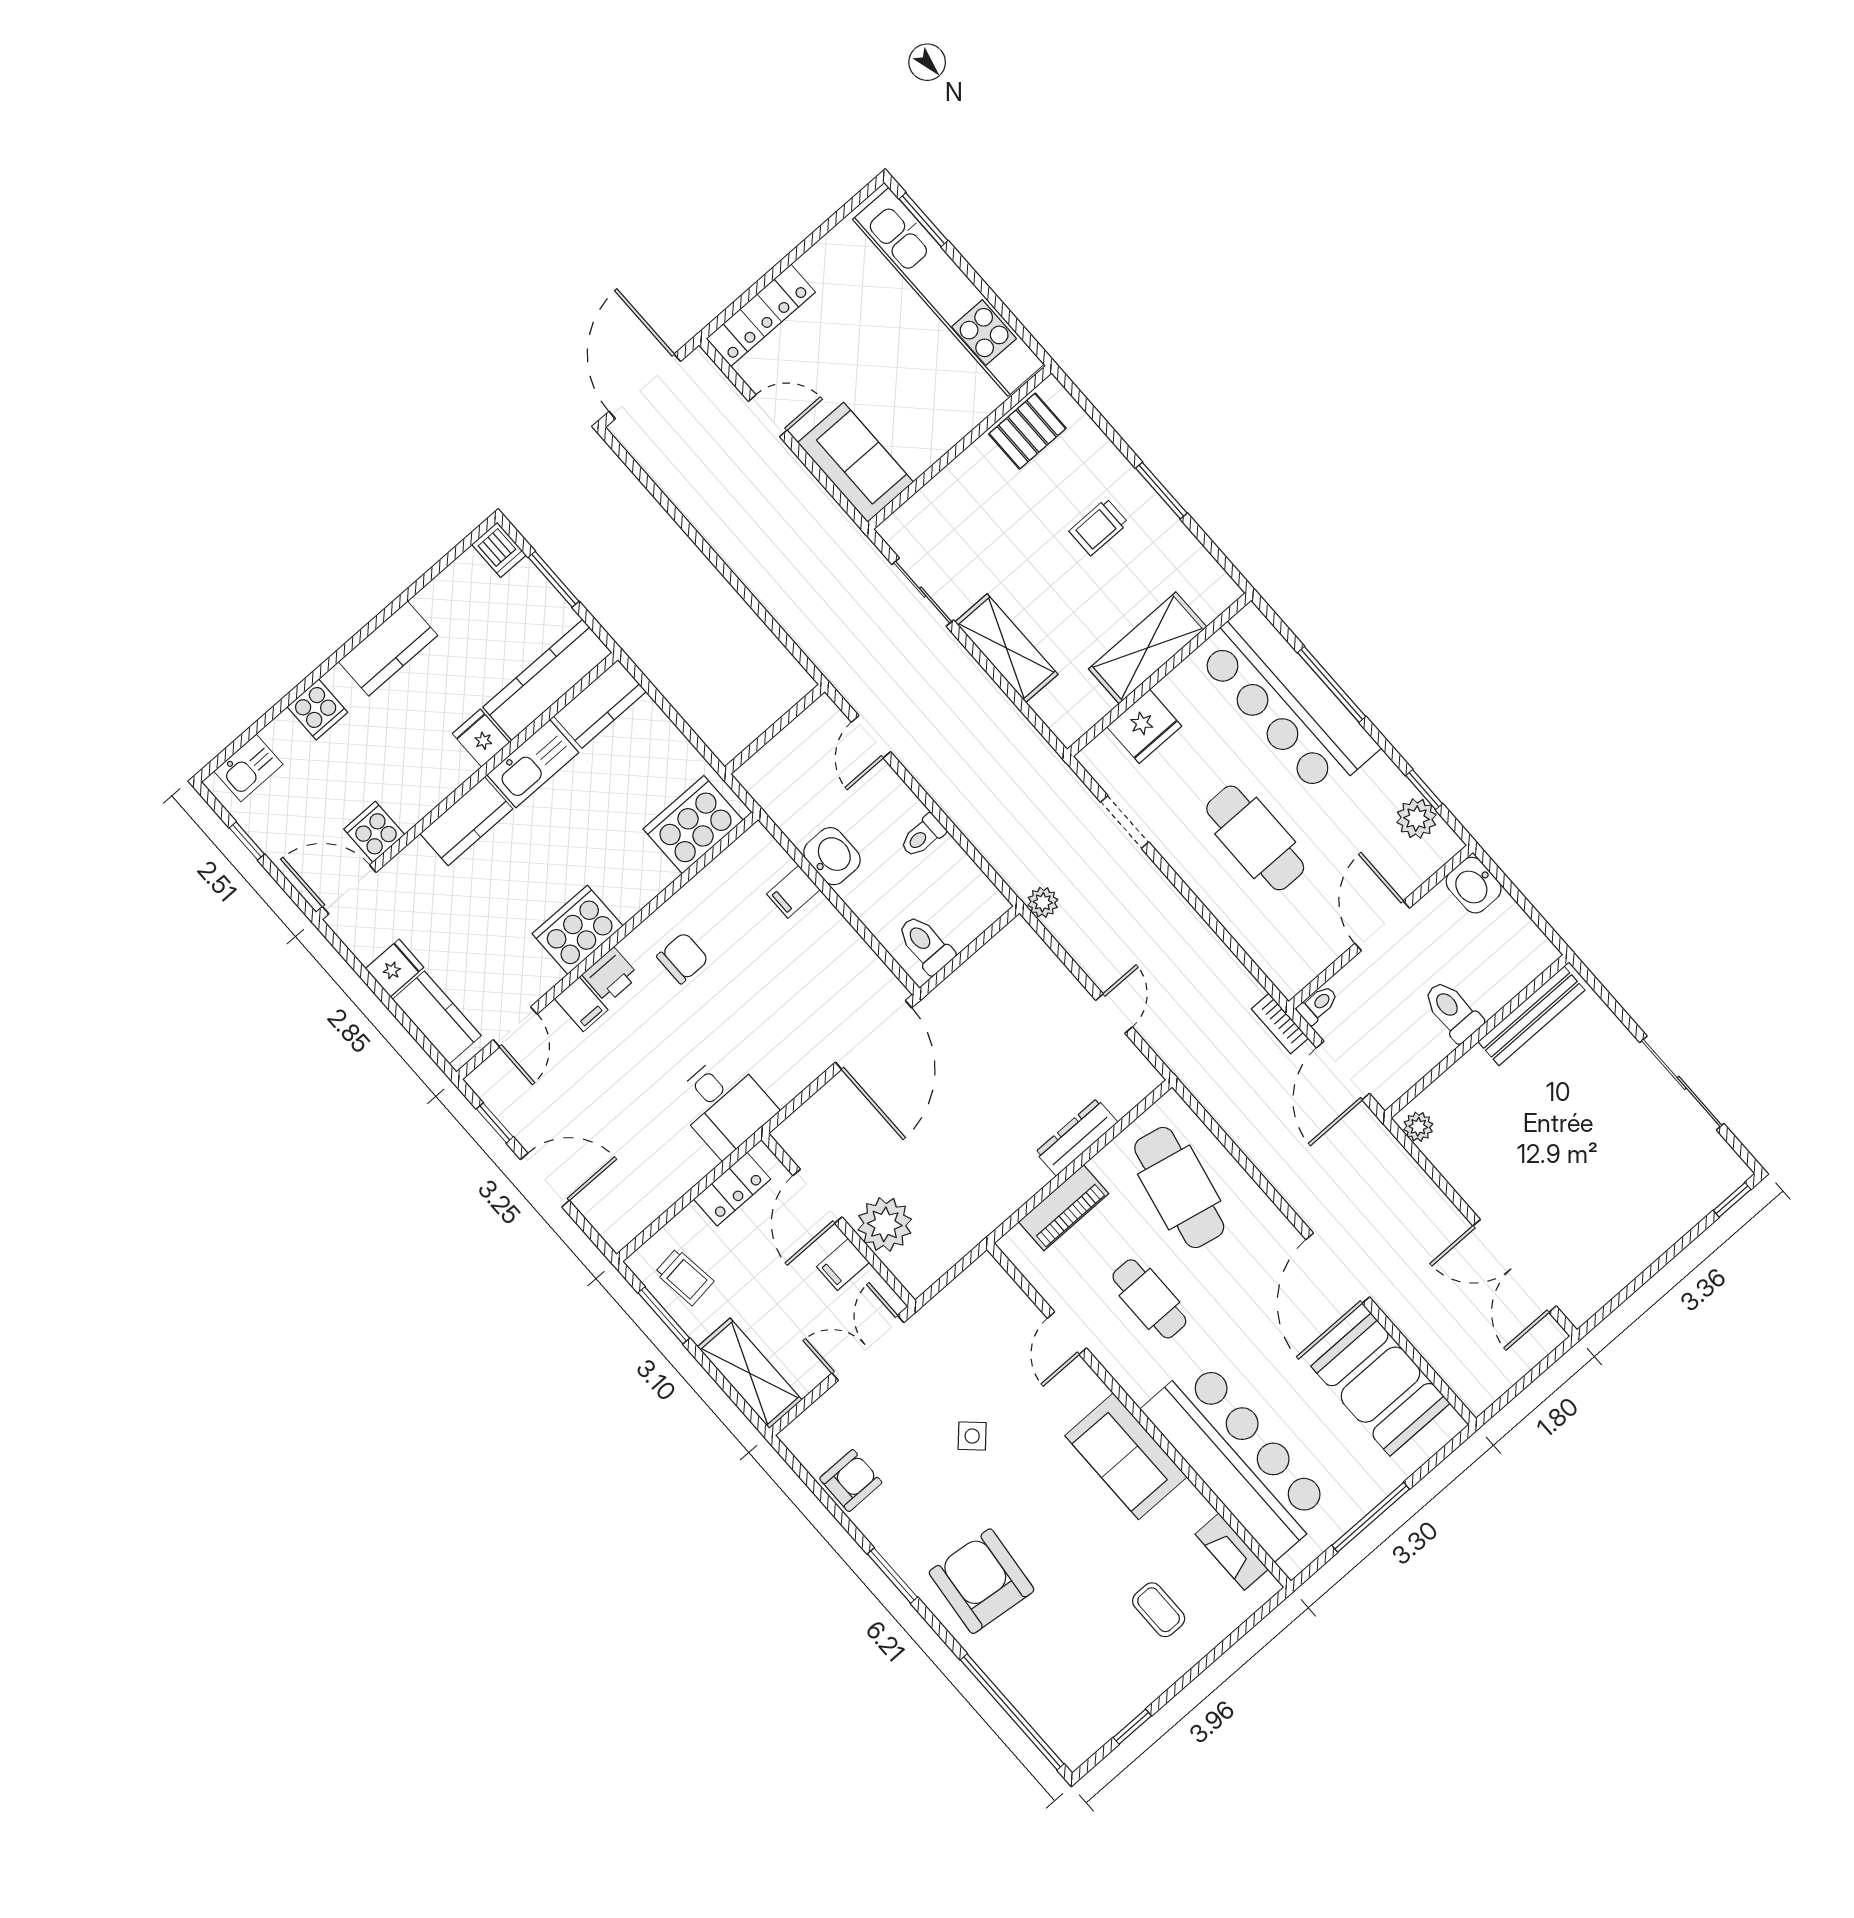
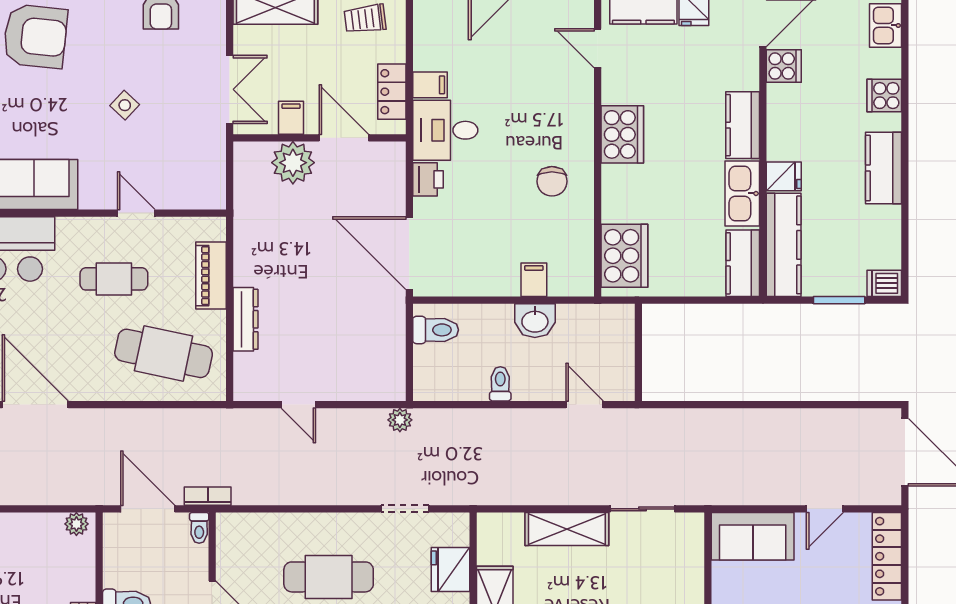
printer: (610, 975) -> (428, 179), moved, turned 180
filing cabinet: (581, 1004) -> (430, 85), moved, turned 180

